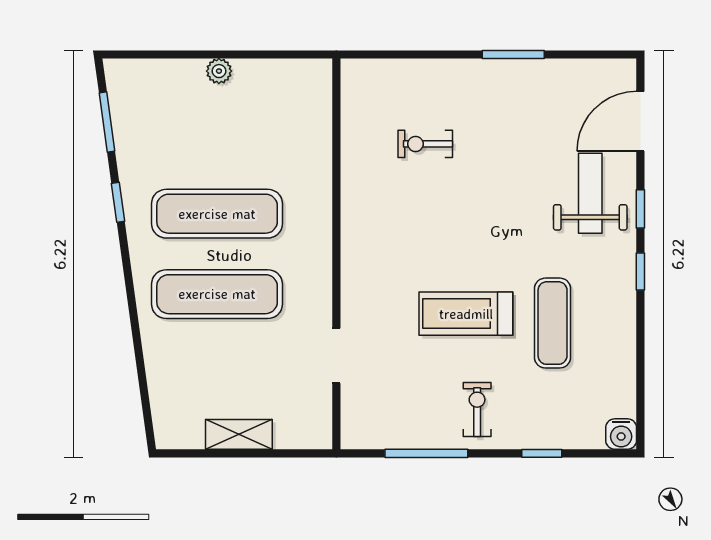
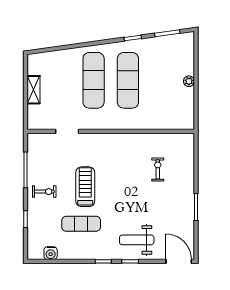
door: (640, 121) -> (179, 261), moved
weight bench: (590, 193) -> (137, 240), turned 180
water cooler: (621, 434) -> (51, 253), moved, turned -90

